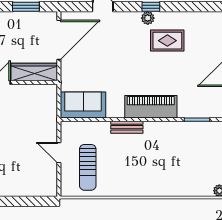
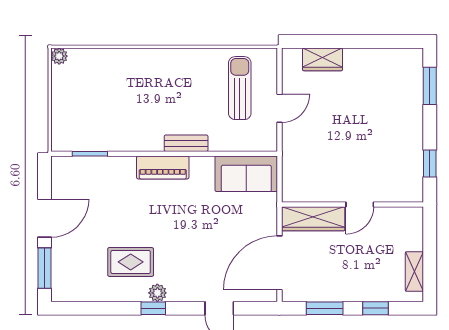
piano: (151, 107) -> (163, 167), width x0.73, depth x0.75
door: (59, 153) -> (279, 108), hinge flipped
wardrobe: (27, 188) -> (323, 59), added

